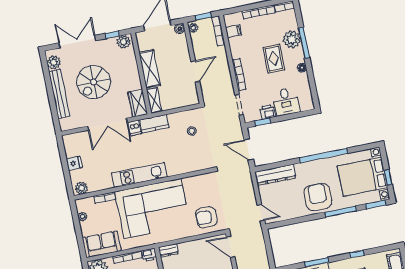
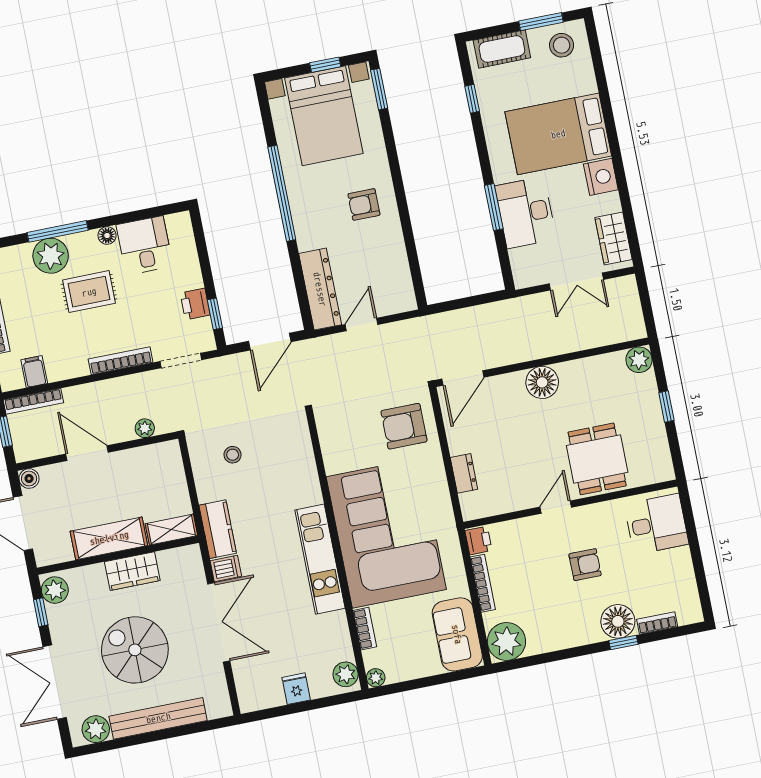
plant: (193, 28) -> (145, 428), moved
door: (195, 71) -> (87, 453), moved
spiral stairs: (94, 82) -> (135, 650), turned 180
desk: (286, 102) -> (145, 245), moved, turned -90
wardrobe: (138, 103) -> (132, 571), moved
armchair: (318, 197) -> (364, 204), width x0.53, depth x0.53
window: (340, 212) -> (393, 160), removed
door: (261, 213) -> (361, 324), moved
plant: (82, 217) -> (376, 678), moved
armchair: (206, 217) -> (404, 426), turned 90
dresser: (168, 250) -> (464, 473), moved
window: (357, 254) -> (472, 99), moved

